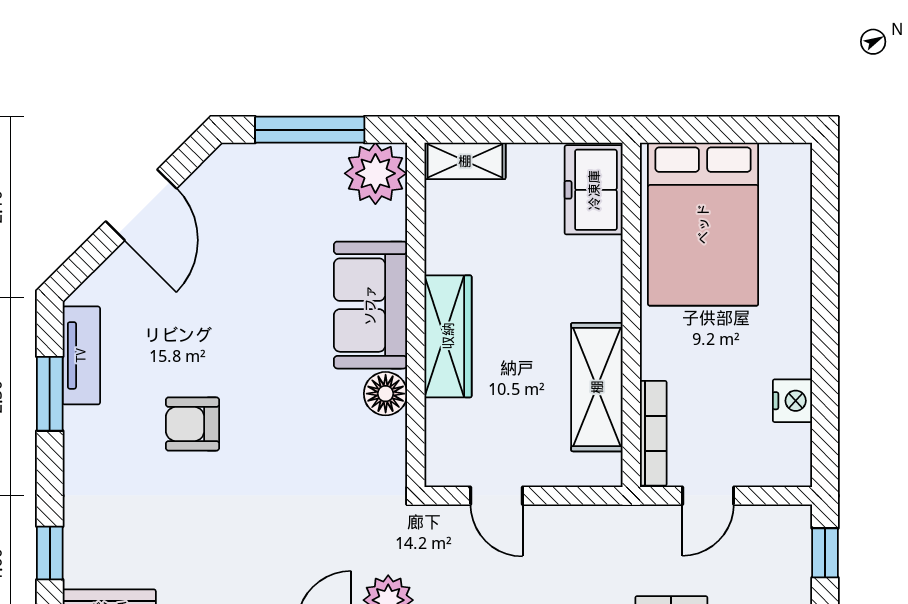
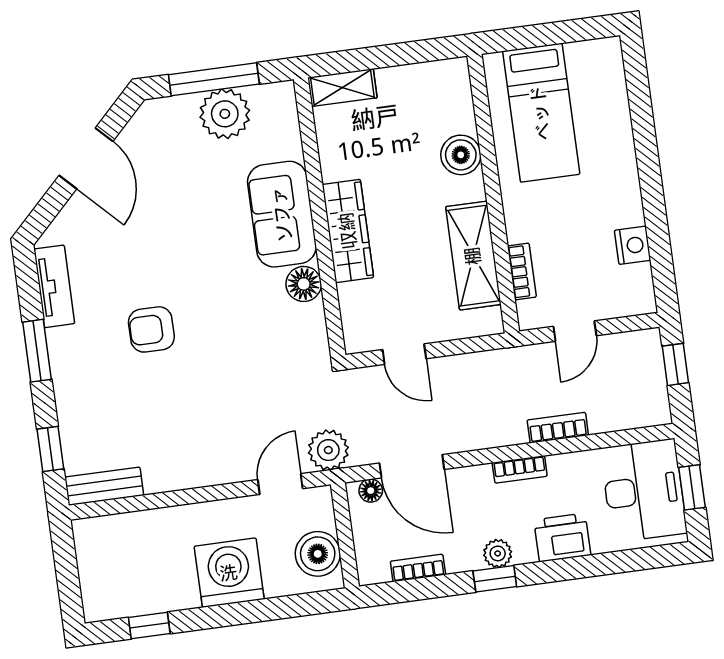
plant: (375, 173) -> (225, 114), moved
freezer: (594, 190) -> (449, 97), removed
bed: (703, 224) -> (541, 113), width x0.67
boiler: (598, 262) -> (461, 155), added
window: (50, 394) -> (37, 351), moved
bookcase: (653, 433) -> (522, 271), width x0.64

